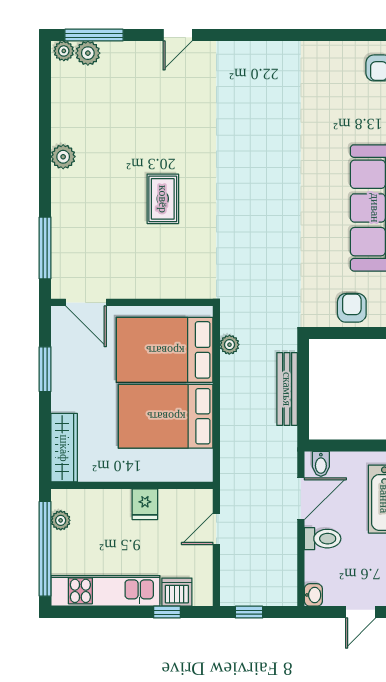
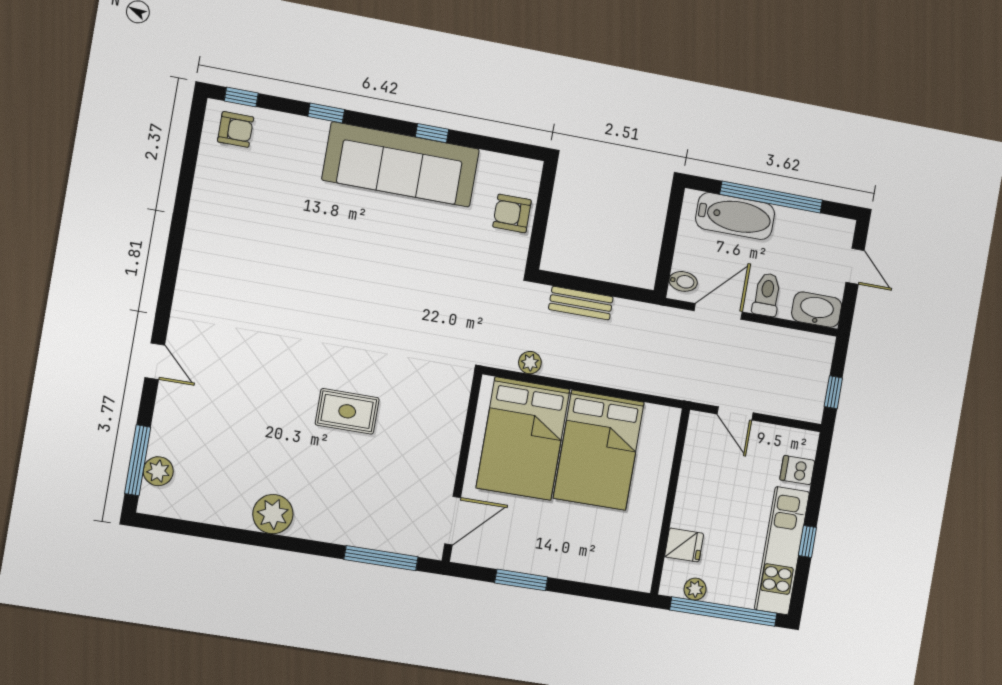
plant: (64, 51) -> (151, 499), removed
plant: (63, 157) -> (273, 514), width x1.36, depth x1.36
bench: (287, 389) -> (581, 303), width x0.73
wardrobe: (64, 448) -> (614, 572), removed
door: (301, 499) -> (718, 311), hinge flipped
fridge: (145, 504) -> (684, 545), moved
dishwasher: (177, 592) -> (797, 470), width x0.73
washbasin: (313, 595) -> (817, 310), width x1.91, depth x1.45
window: (167, 612) -> (807, 542), moved

